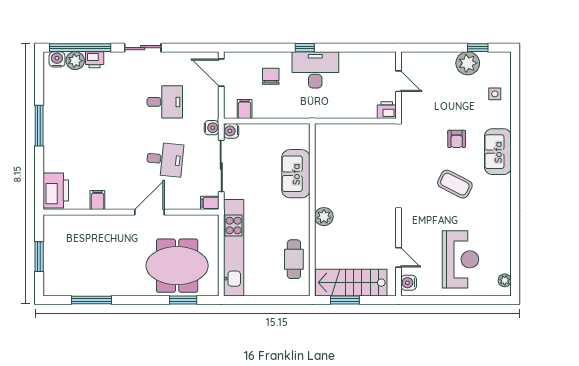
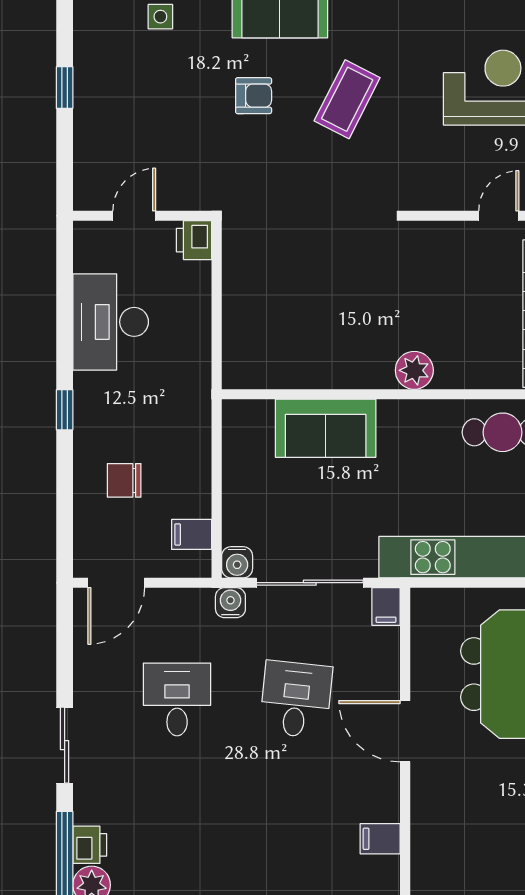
window: (478, 48) -> (65, 88), moved
plant: (468, 63) -> (97, 73), removed
desk: (315, 70) -> (111, 322), moved

